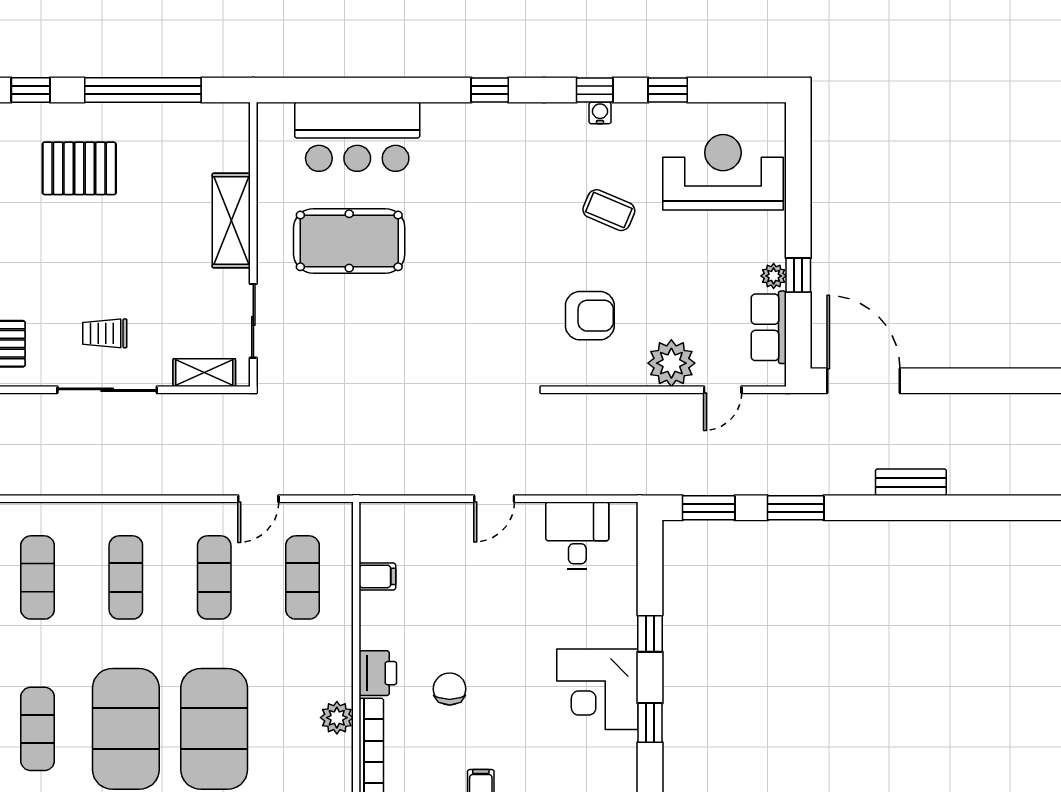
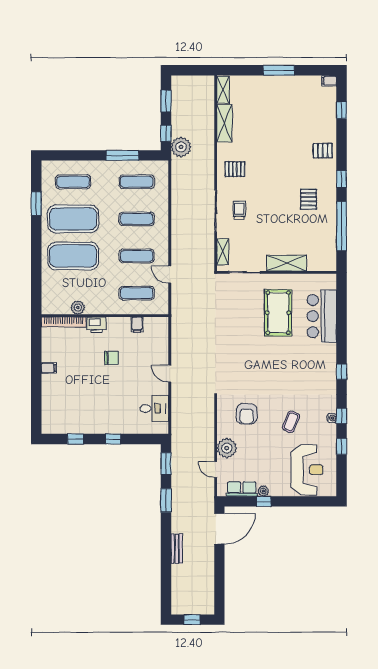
pallet: (79, 168) -> (309, 199), width x0.67, depth x0.71
chair: (450, 689) -> (112, 358), moved
corner desk: (597, 689) -> (90, 417), removed

